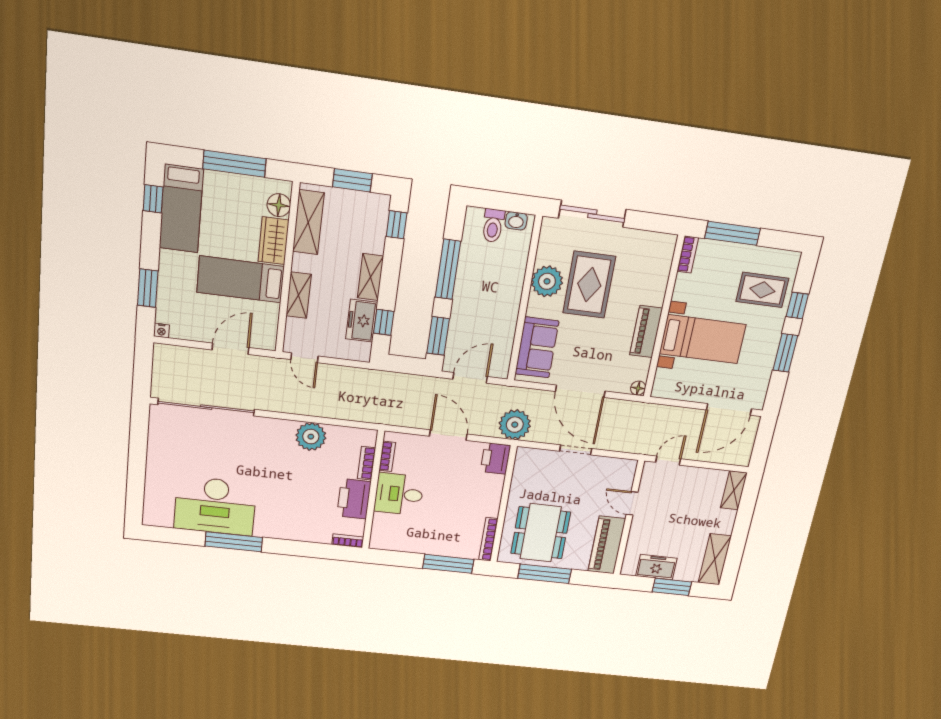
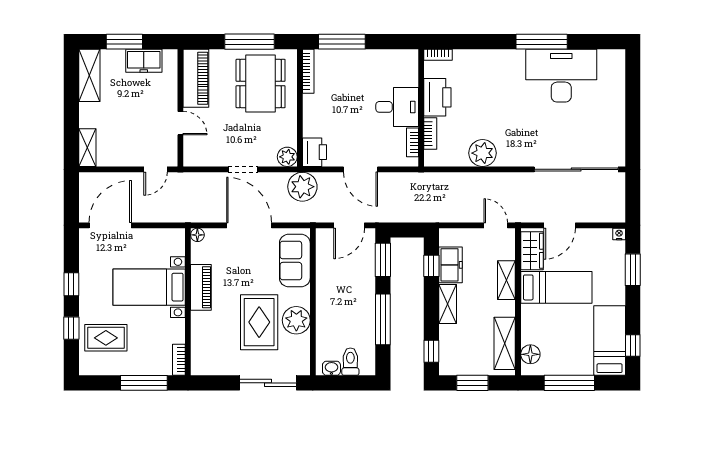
wardrobe: (273, 241) -> (532, 251), moved
window: (785, 353) -> (71, 284), width x0.67
plant: (526, 457) -> (287, 157), added

